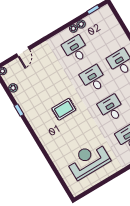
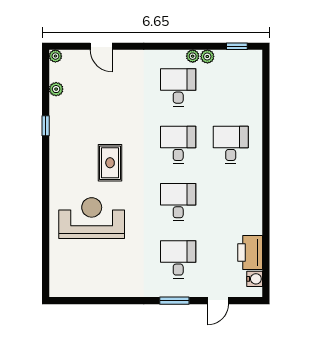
door: (23, 52) -> (101, 46), hinge flipped
rug: (64, 109) -> (110, 163), turned 90
reception desk: (88, 160) -> (92, 218), moved

